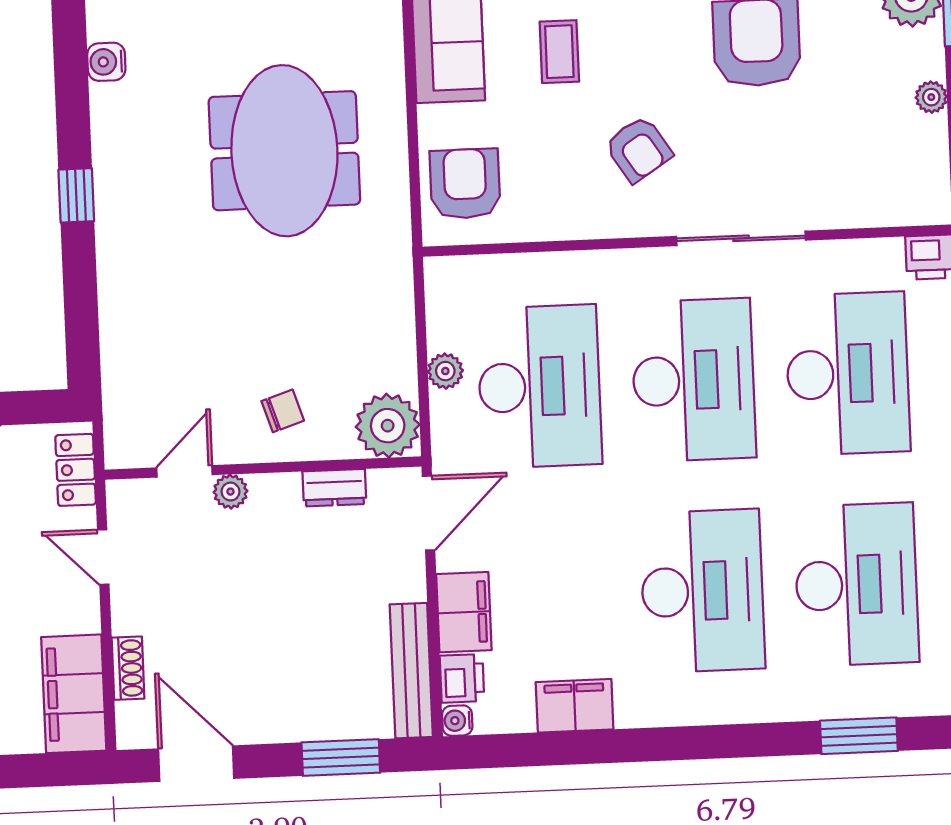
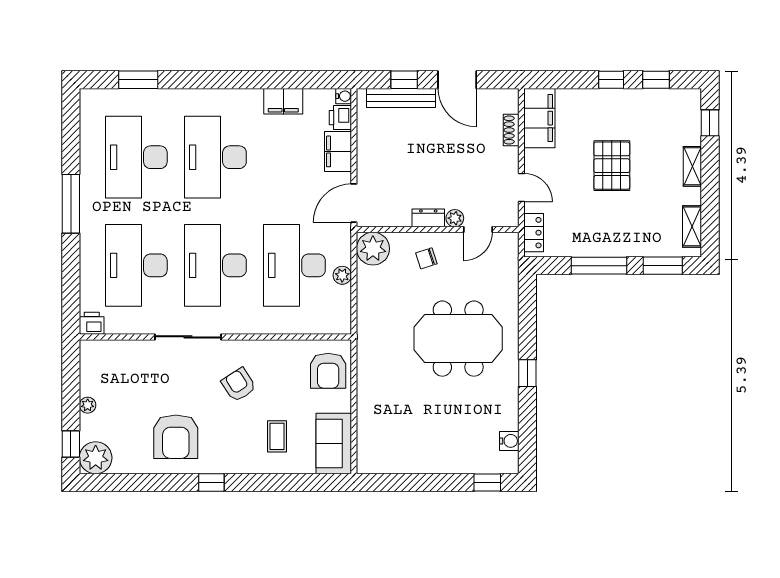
meeting table: (284, 151) -> (458, 339), moved, turned 90
dresser: (334, 488) -> (428, 218), moved
bench: (411, 671) -> (401, 98), moved, turned 90
window: (341, 758) -> (404, 80), width x0.67
door: (196, 764) -> (457, 80), moved

